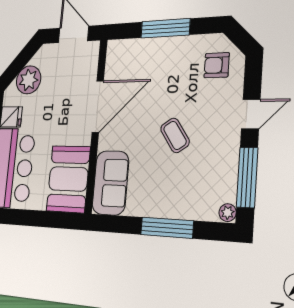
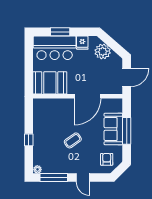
door: (98, 106) -> (87, 96), hinge flipped
sofa: (110, 183) -> (113, 129), moved, turned 90
window: (167, 228) -> (29, 140), width x0.46

